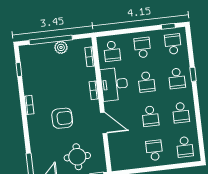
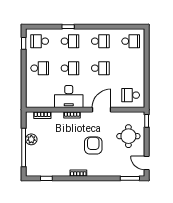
school desk: (142, 48) -> (40, 68), turned 180
school desk: (112, 51) -> (40, 95), removed
school desk: (154, 150) -> (131, 95), moved

